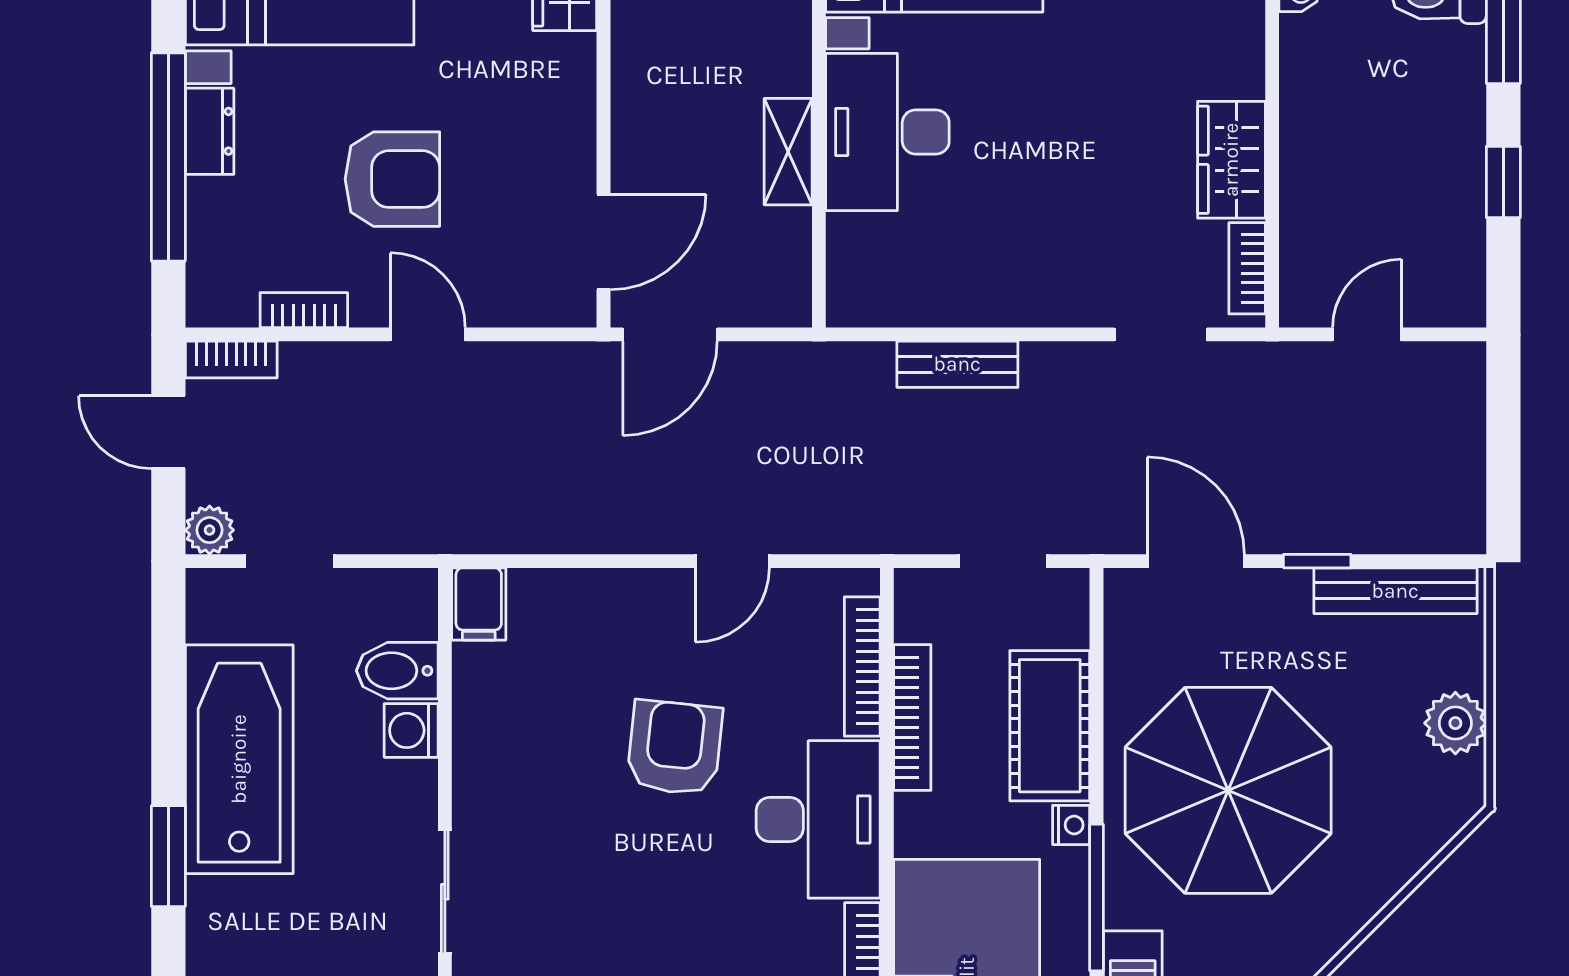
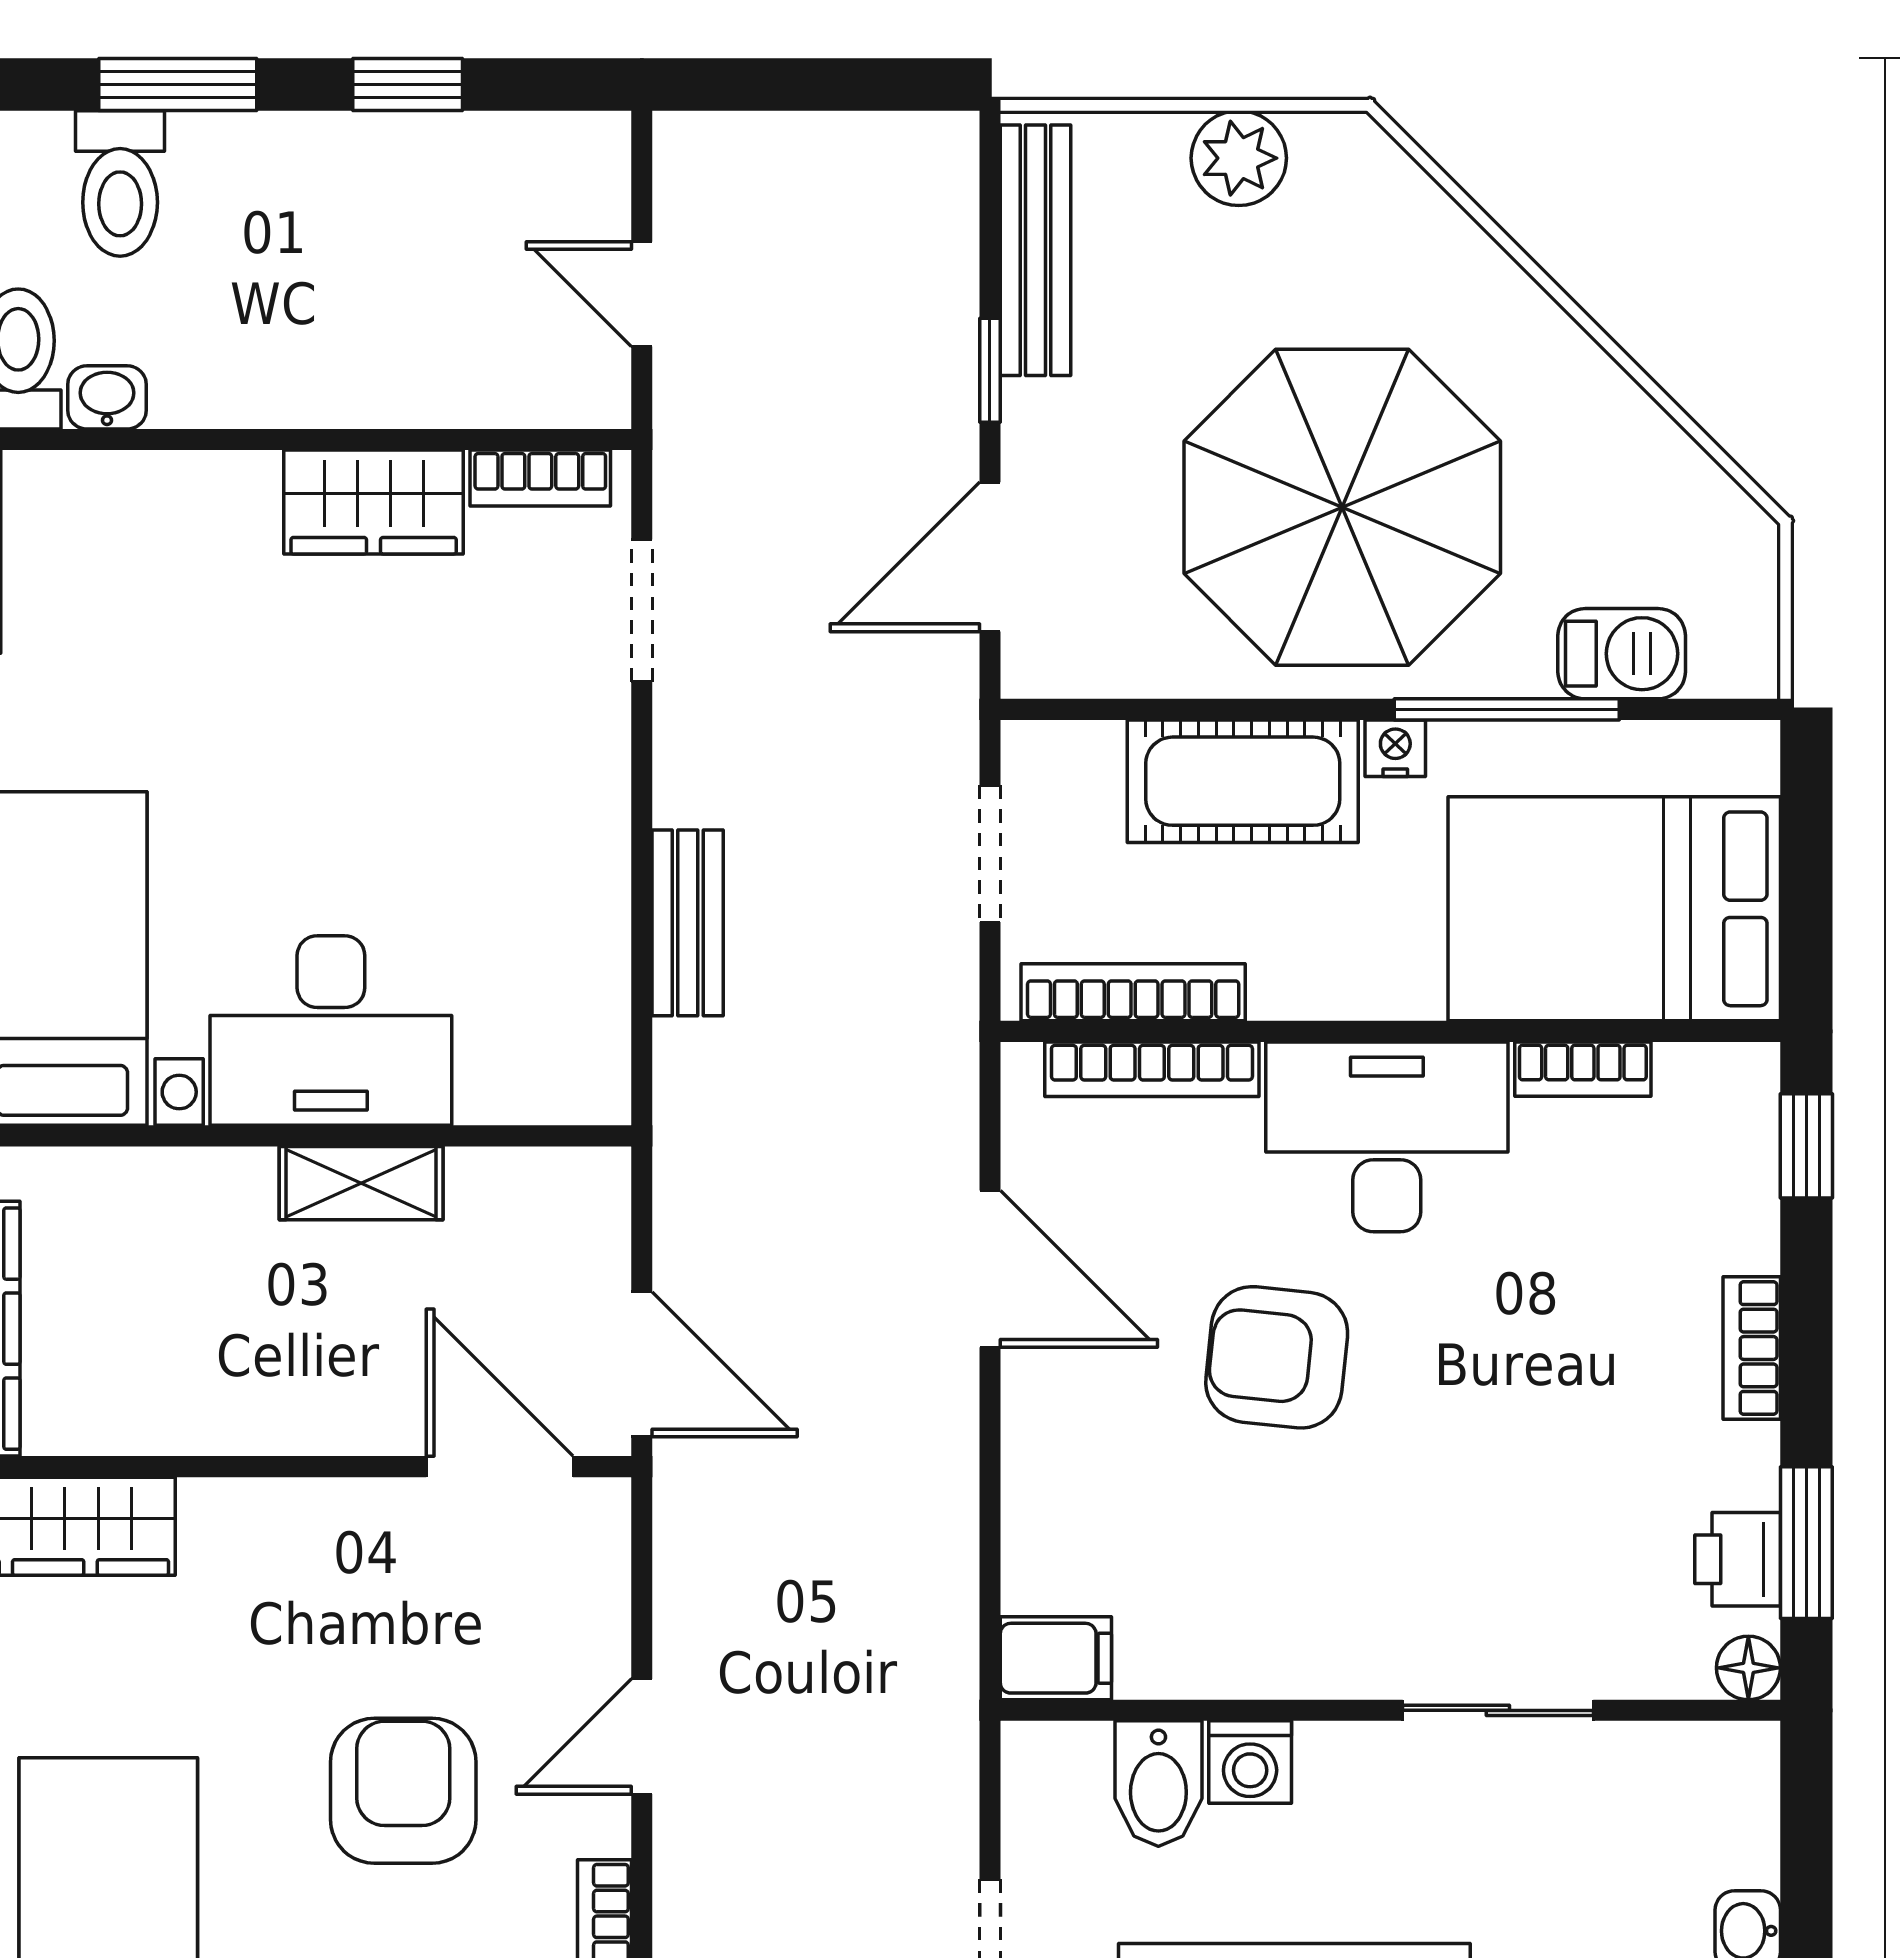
door: (732, 561) -> (990, 1269), width x1.38
bookcase: (912, 717) -> (1133, 992), moved

